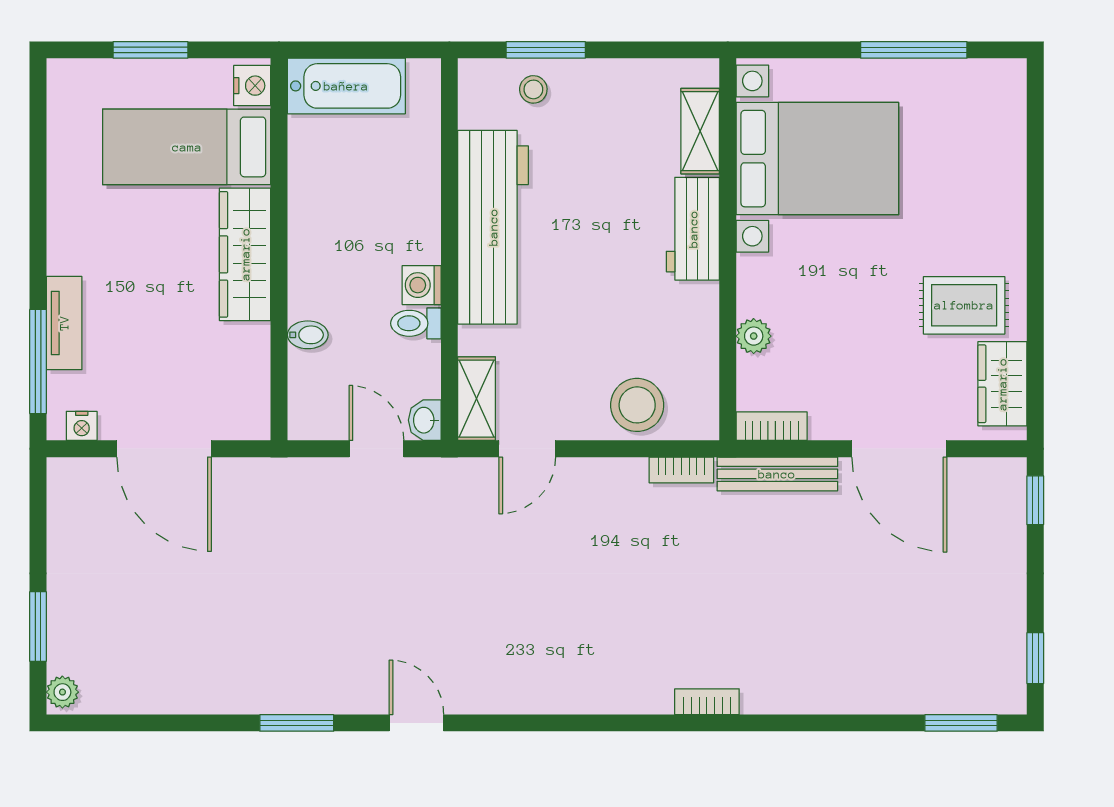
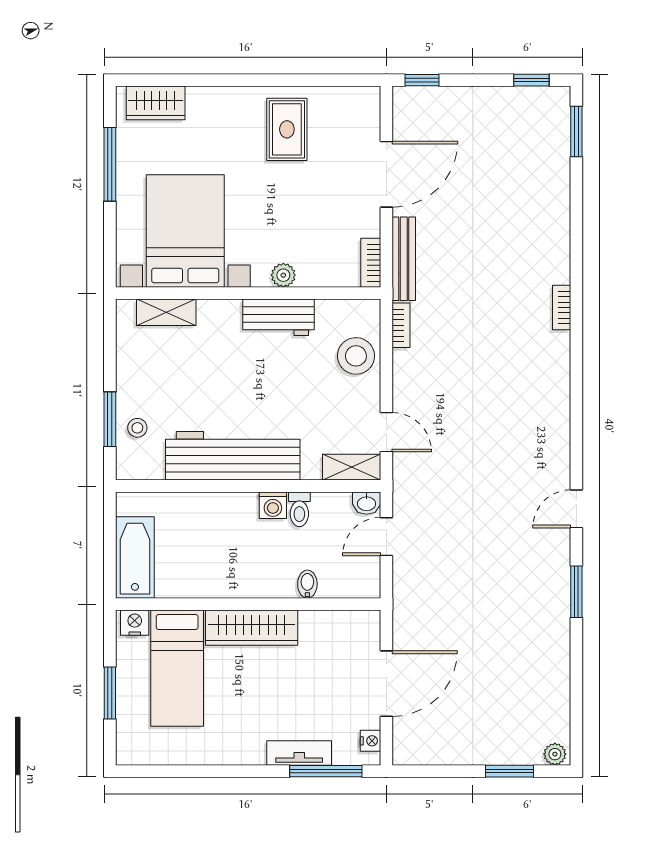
workbench: (693, 229) -> (278, 317), moved
plant: (754, 336) -> (283, 275), moved
wardrobe: (1002, 384) -> (156, 103), moved

